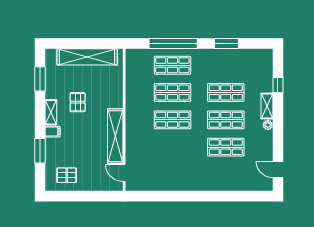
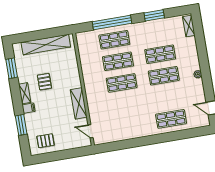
window: (278, 85) -> (200, 41), removed
shelving: (267, 106) -> (189, 26), moved
shelving: (115, 136) -> (79, 103), width x0.68
shop shelf: (226, 147) -> (171, 119), moved

